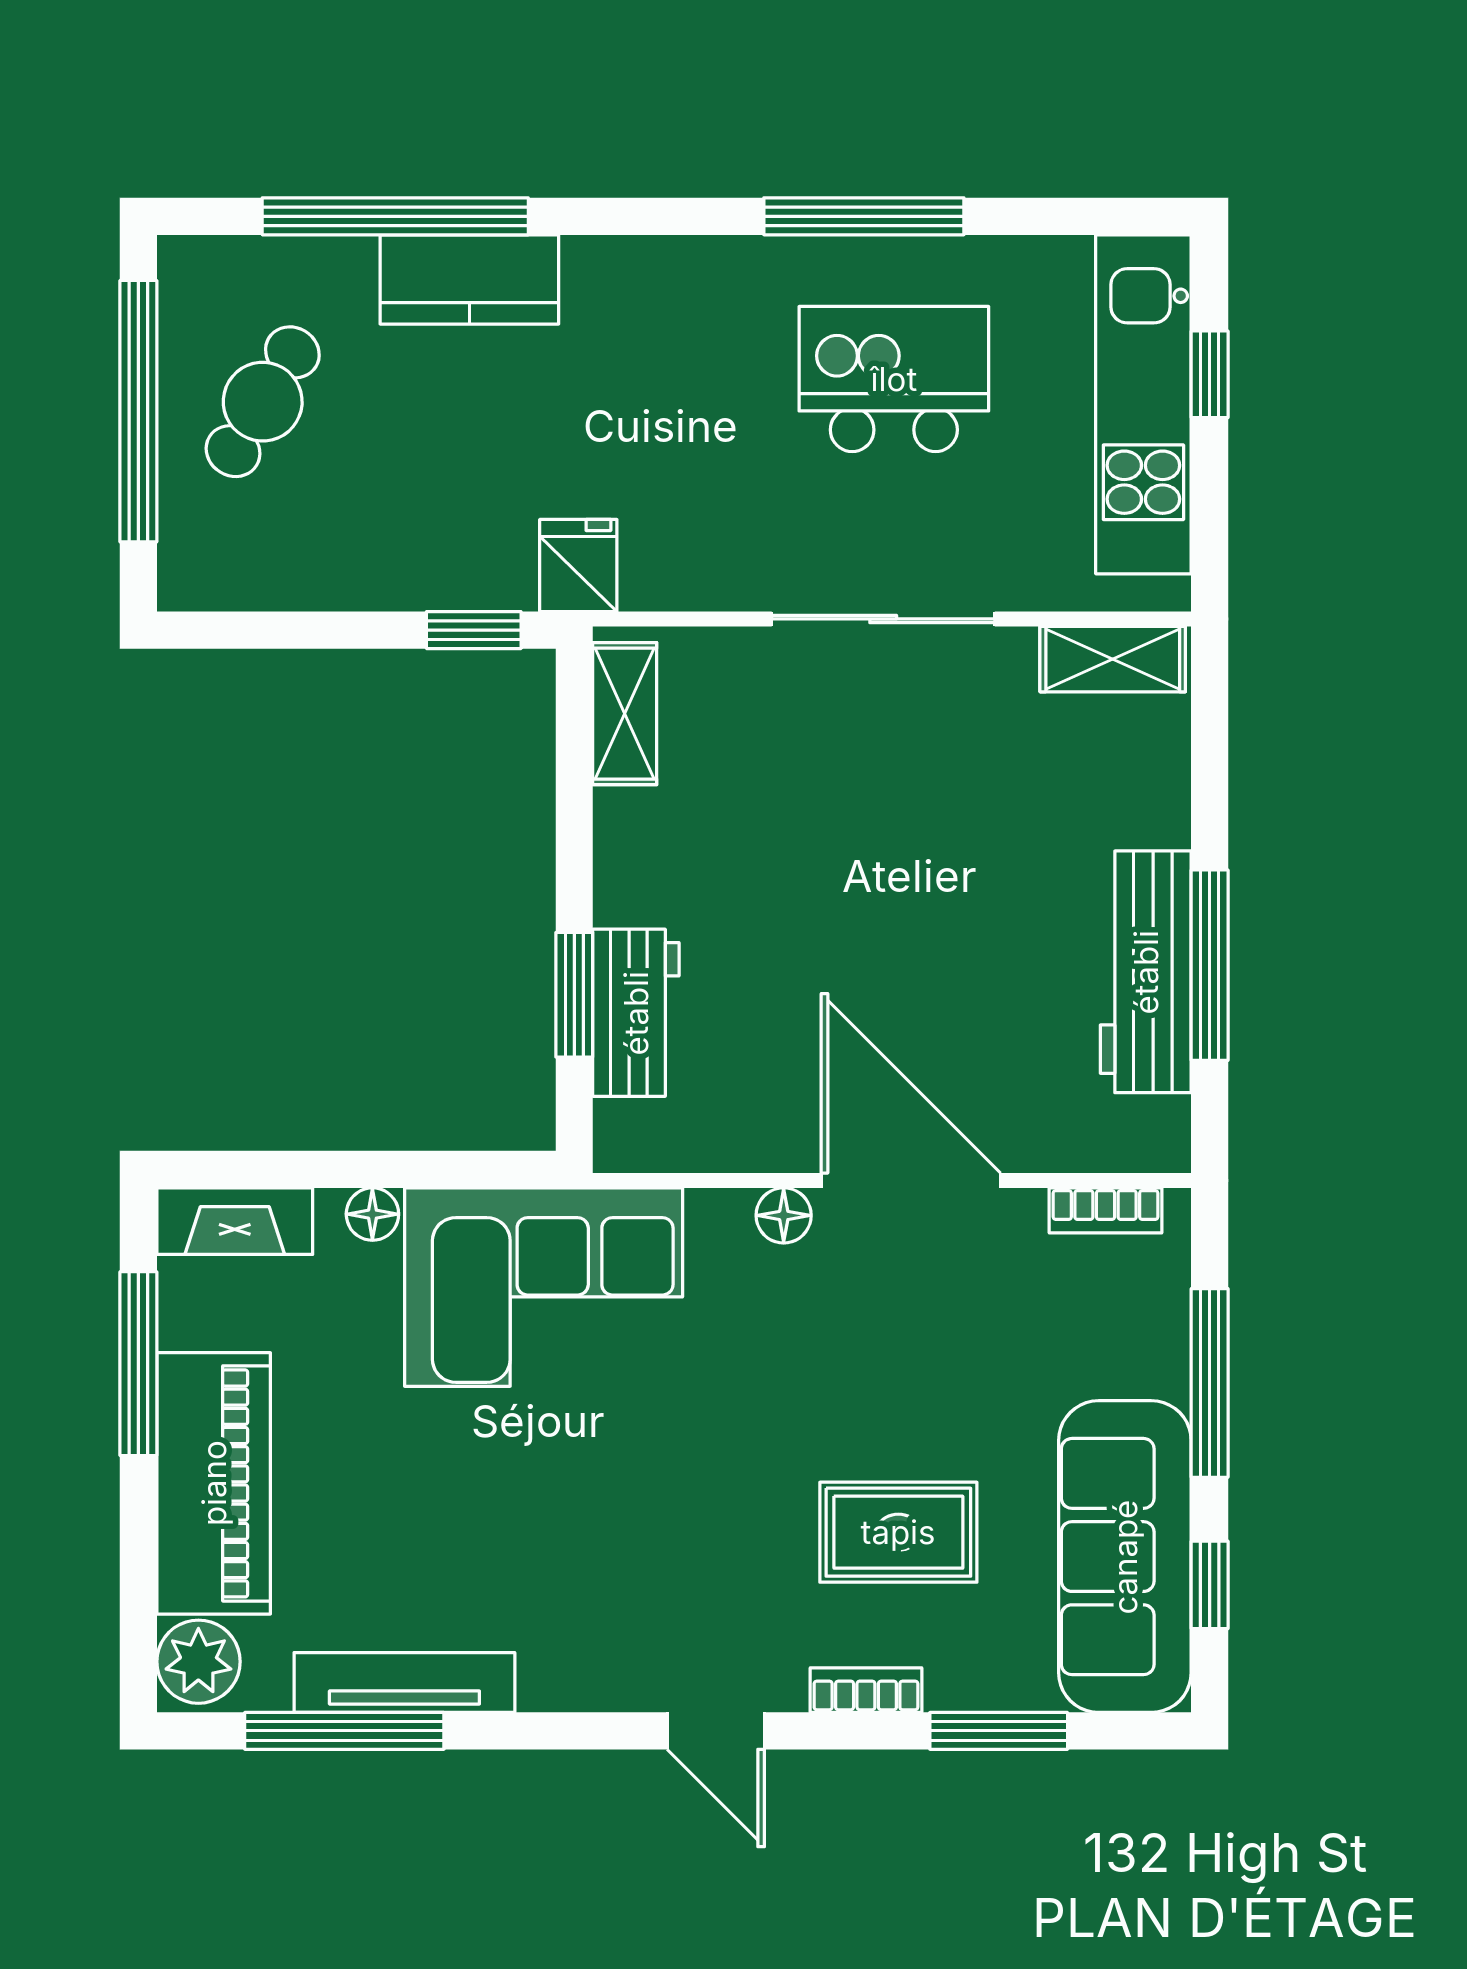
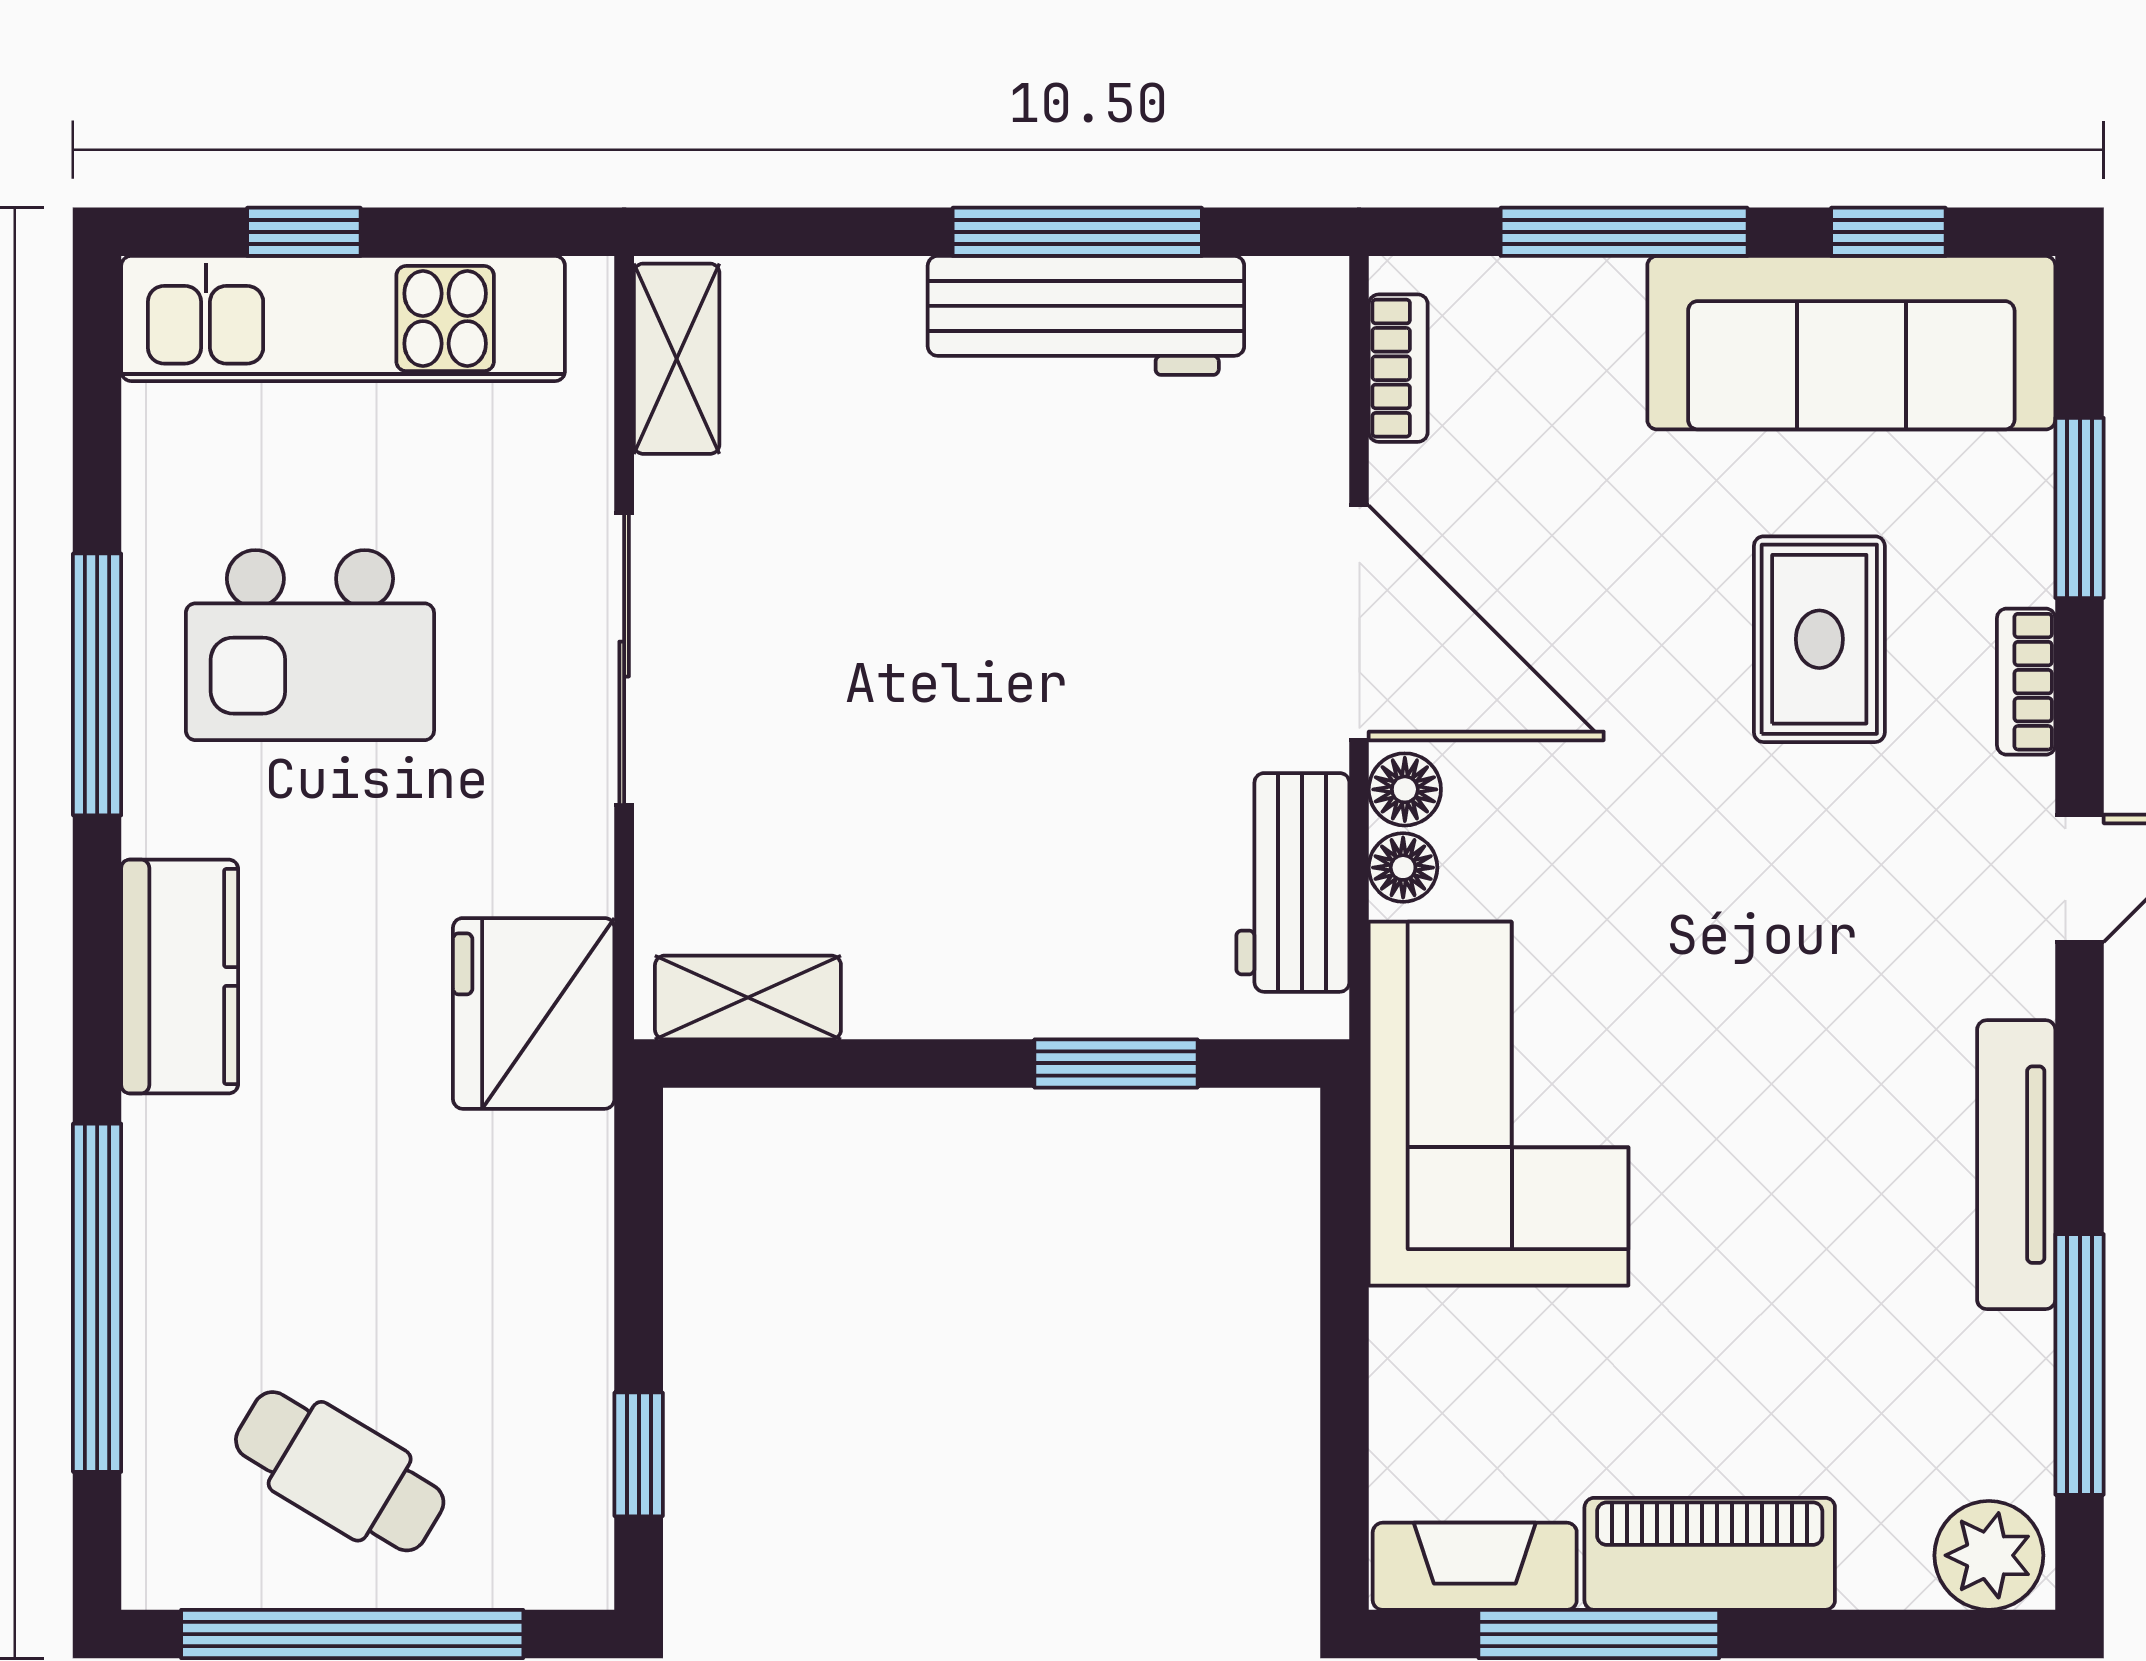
kitchen counter: (469, 279) -> (180, 977), moved
kitchen island: (894, 379) -> (310, 645), turned -90
fridge: (578, 566) -> (534, 1013), width x1.88, depth x1.34
window: (474, 630) -> (639, 1454), moved
workbench: (636, 1013) -> (1293, 882), moved, turned -90
door: (911, 1180) -> (1359, 623), swing flipped
floor lamp: (372, 1214) -> (1403, 868), moved
fireplace: (235, 1221) -> (1475, 1566), moved, turned -90
piano: (214, 1483) -> (1710, 1554), width x0.73, depth x0.75
tv unit: (404, 1683) -> (2016, 1165), moved

